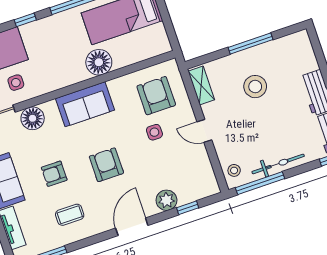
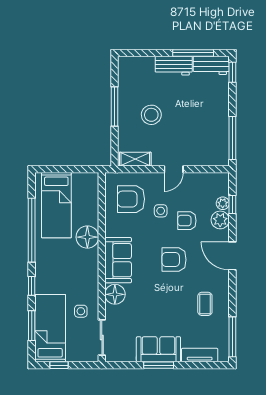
floor lamp: (33, 118) -> (115, 294), moved
bicycle: (278, 164) -> (222, 118), removed
stool: (234, 170) -> (215, 156), removed
armchair: (54, 174) -> (187, 221), moved, turned 90
plant: (186, 197) -> (223, 203), added

